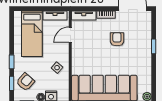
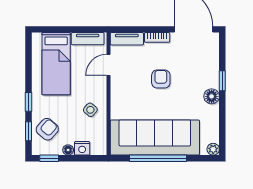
armchair: (117, 39) -> (161, 79), moved
floor lamp: (146, 58) -> (212, 96), added

